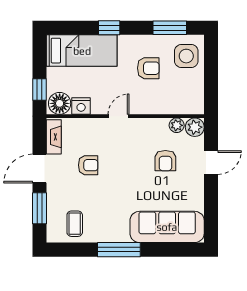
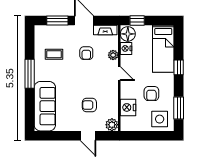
nightstand: (169, 103) -> (128, 107), added
plant: (177, 125) -> (113, 55), moved
coffee table: (75, 224) -> (54, 54), moved

